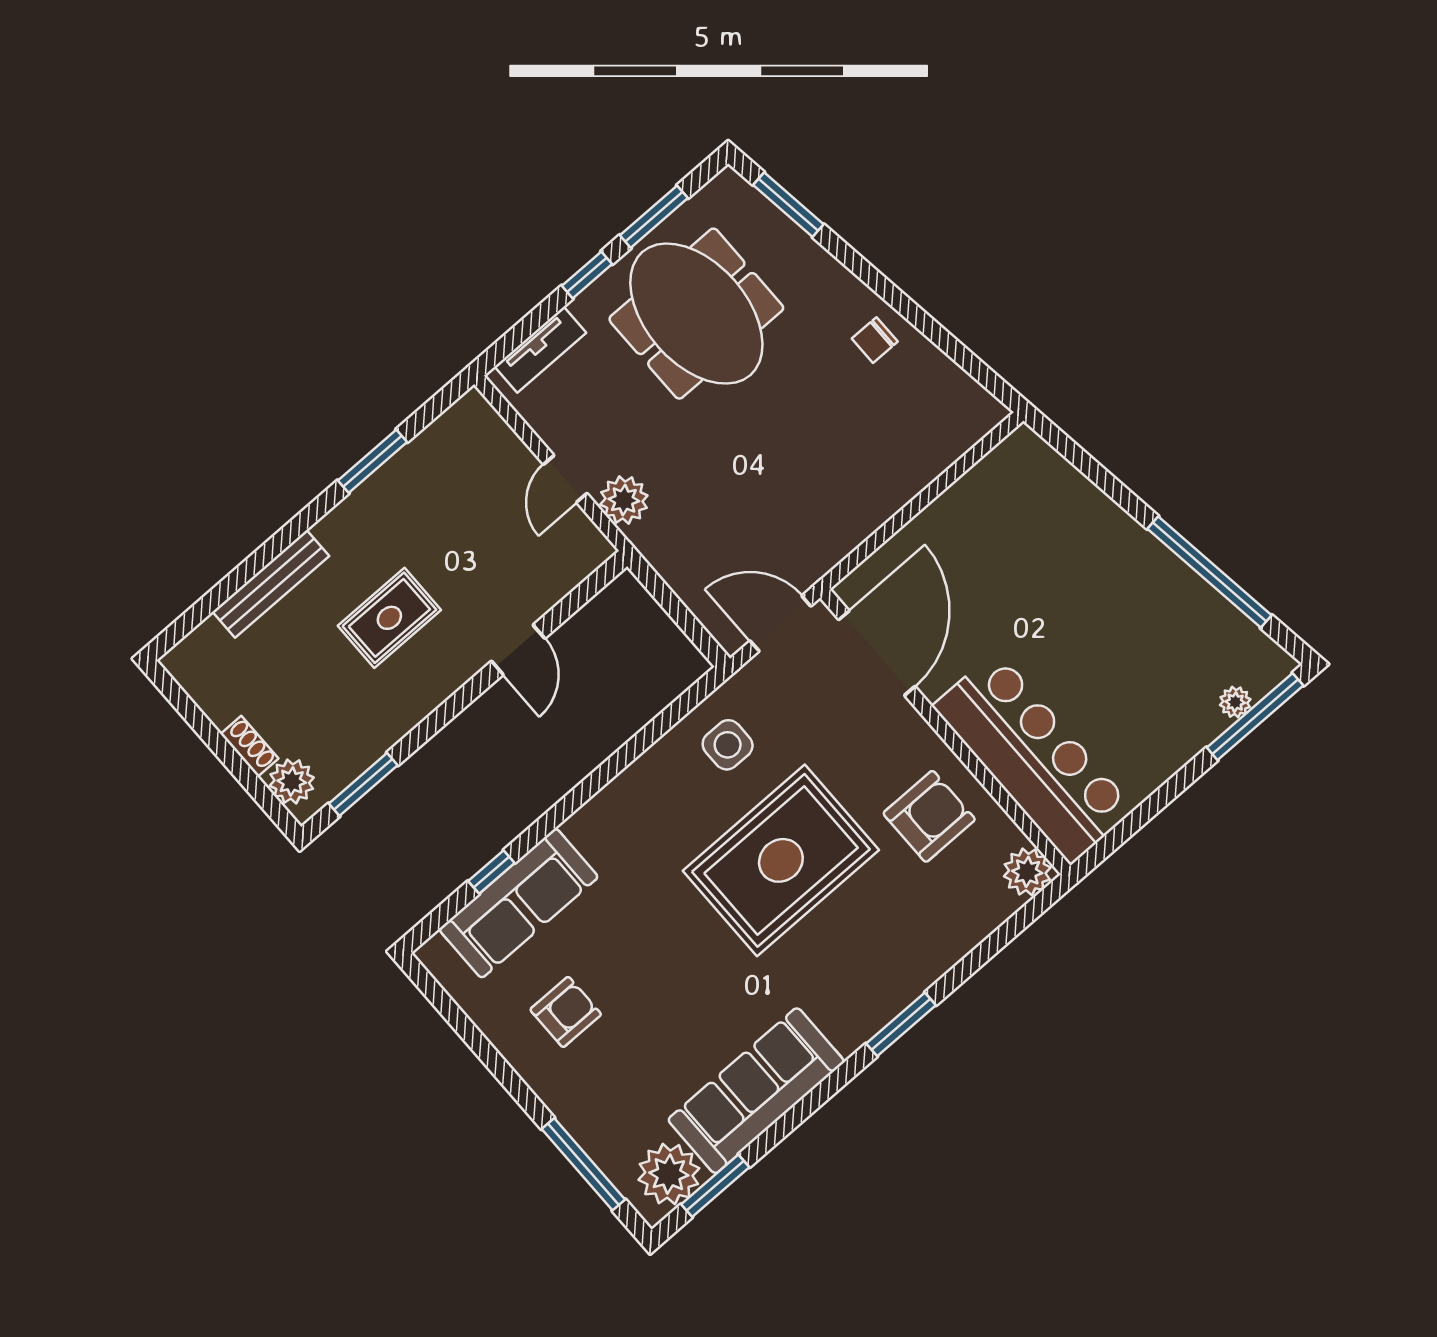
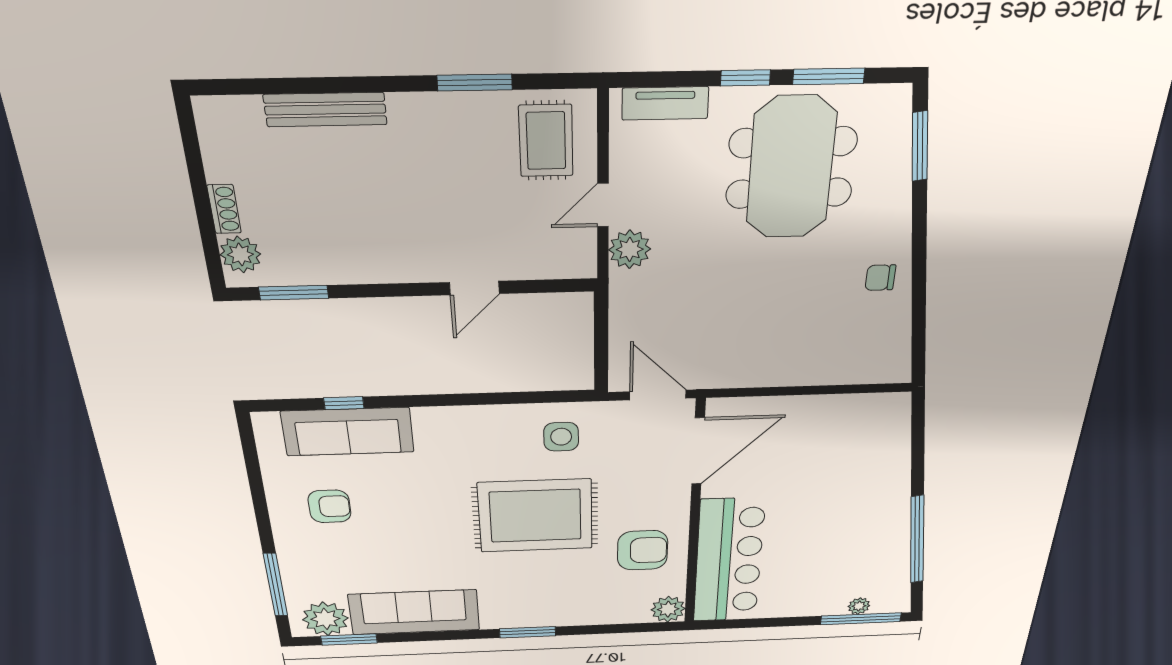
rug: (389, 618) -> (546, 141), moved, turned 90

